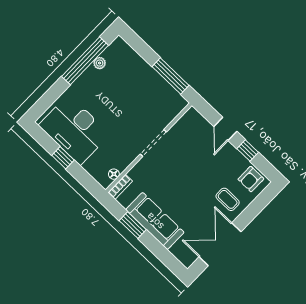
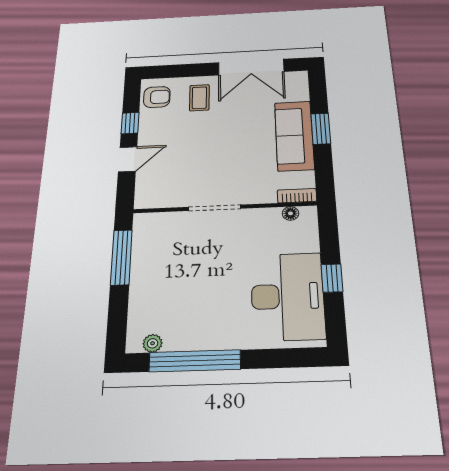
plant: (100, 63) -> (153, 343), moved
window: (133, 225) -> (321, 129), moved

